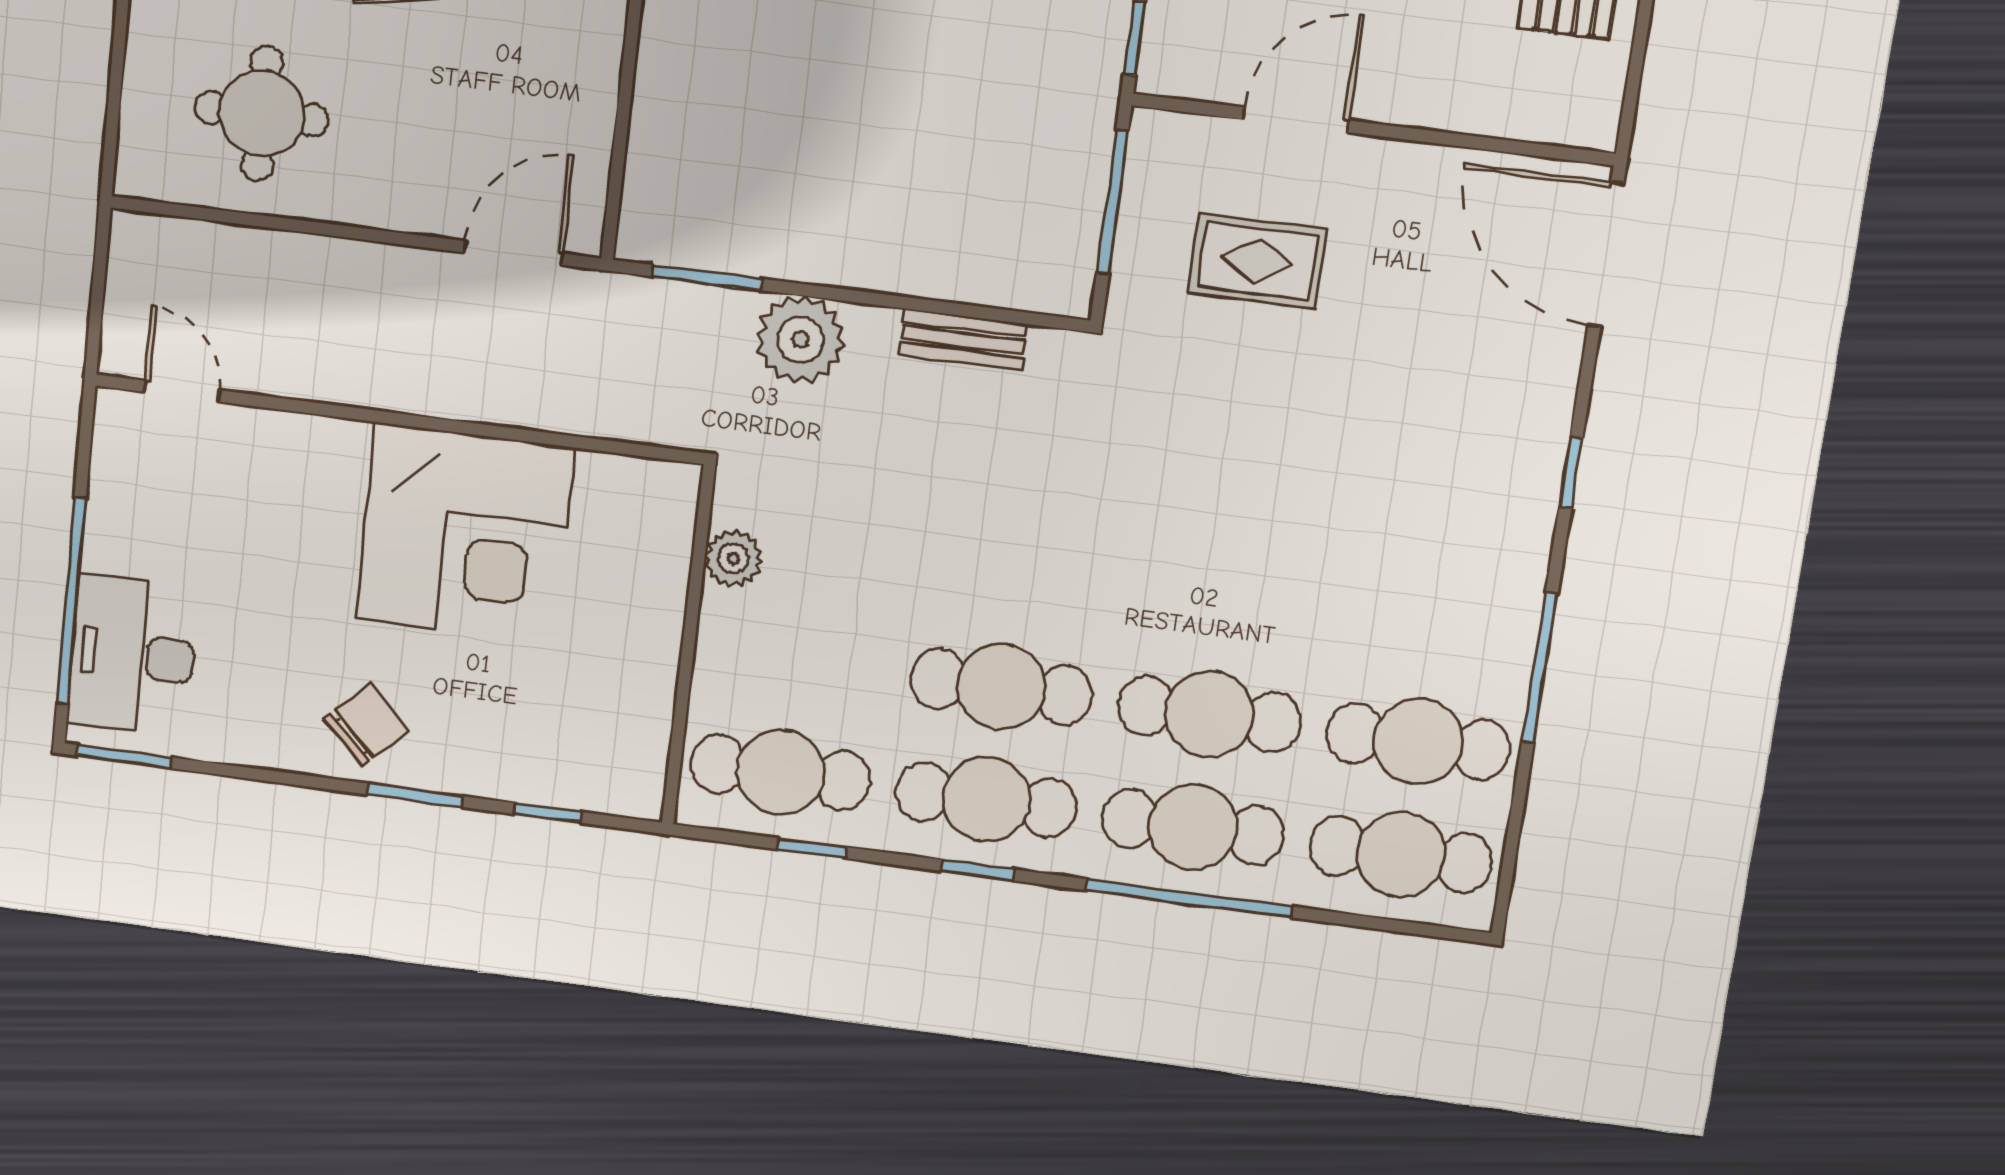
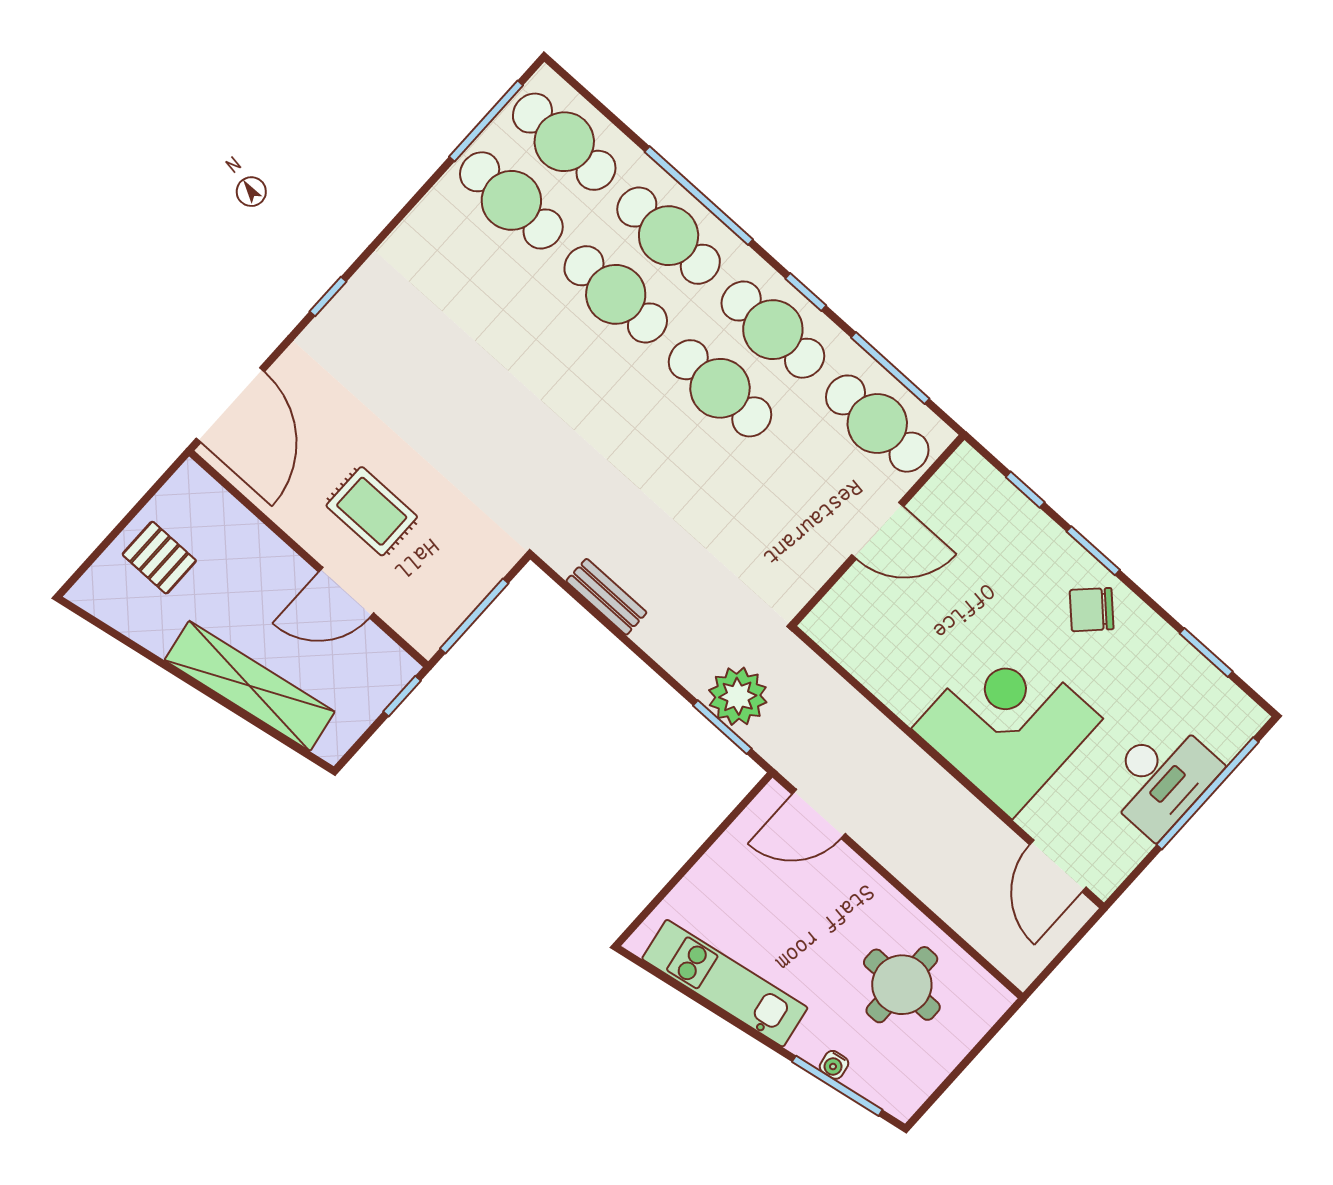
rug: (1257, 261) -> (372, 511), moved
plant: (801, 340) -> (738, 696), moved
door: (182, 391) -> (1058, 866), width x1.38
corner desk: (465, 534) -> (1007, 724), moved
plant: (733, 559) -> (818, 562), removed
door: (688, 645) -> (878, 531), added
desk: (133, 655) -> (1161, 778), moved
window: (1540, 668) -> (486, 121), moved
window: (124, 757) -> (1206, 652), moved
window: (812, 848) -> (890, 368), width x2.17

